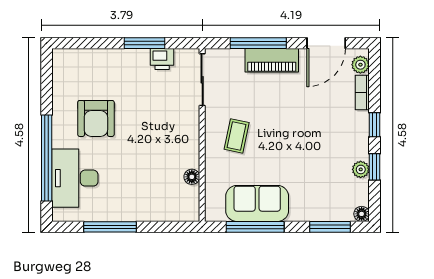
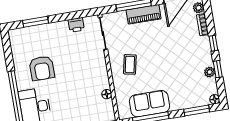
window: (144, 43) -> (35, 22), moved

